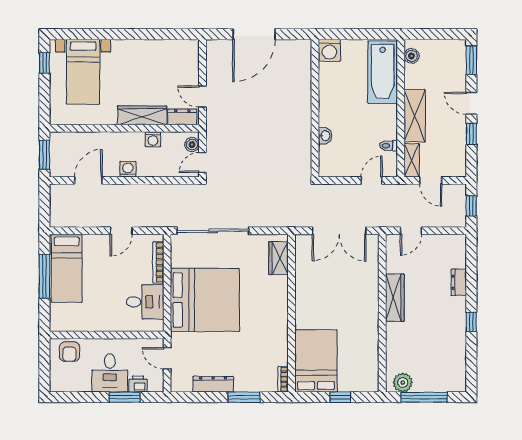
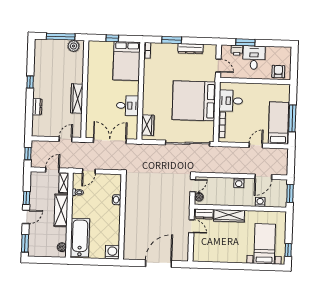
door: (471, 103) -> (26, 217), hinge flipped
washing machine: (153, 139) -> (260, 202), moved
door: (431, 180) -> (52, 170), hinge flipped
door: (121, 231) -> (256, 145), moved
desk: (312, 289) -> (127, 106), added

